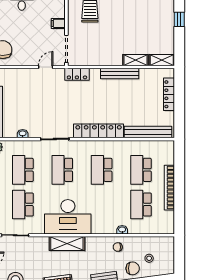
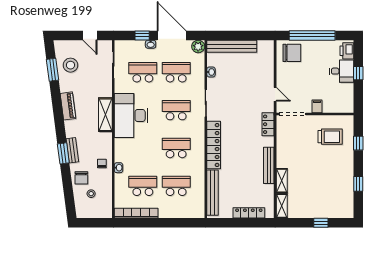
bookcase: (169, 188) -> (136, 213), moved

